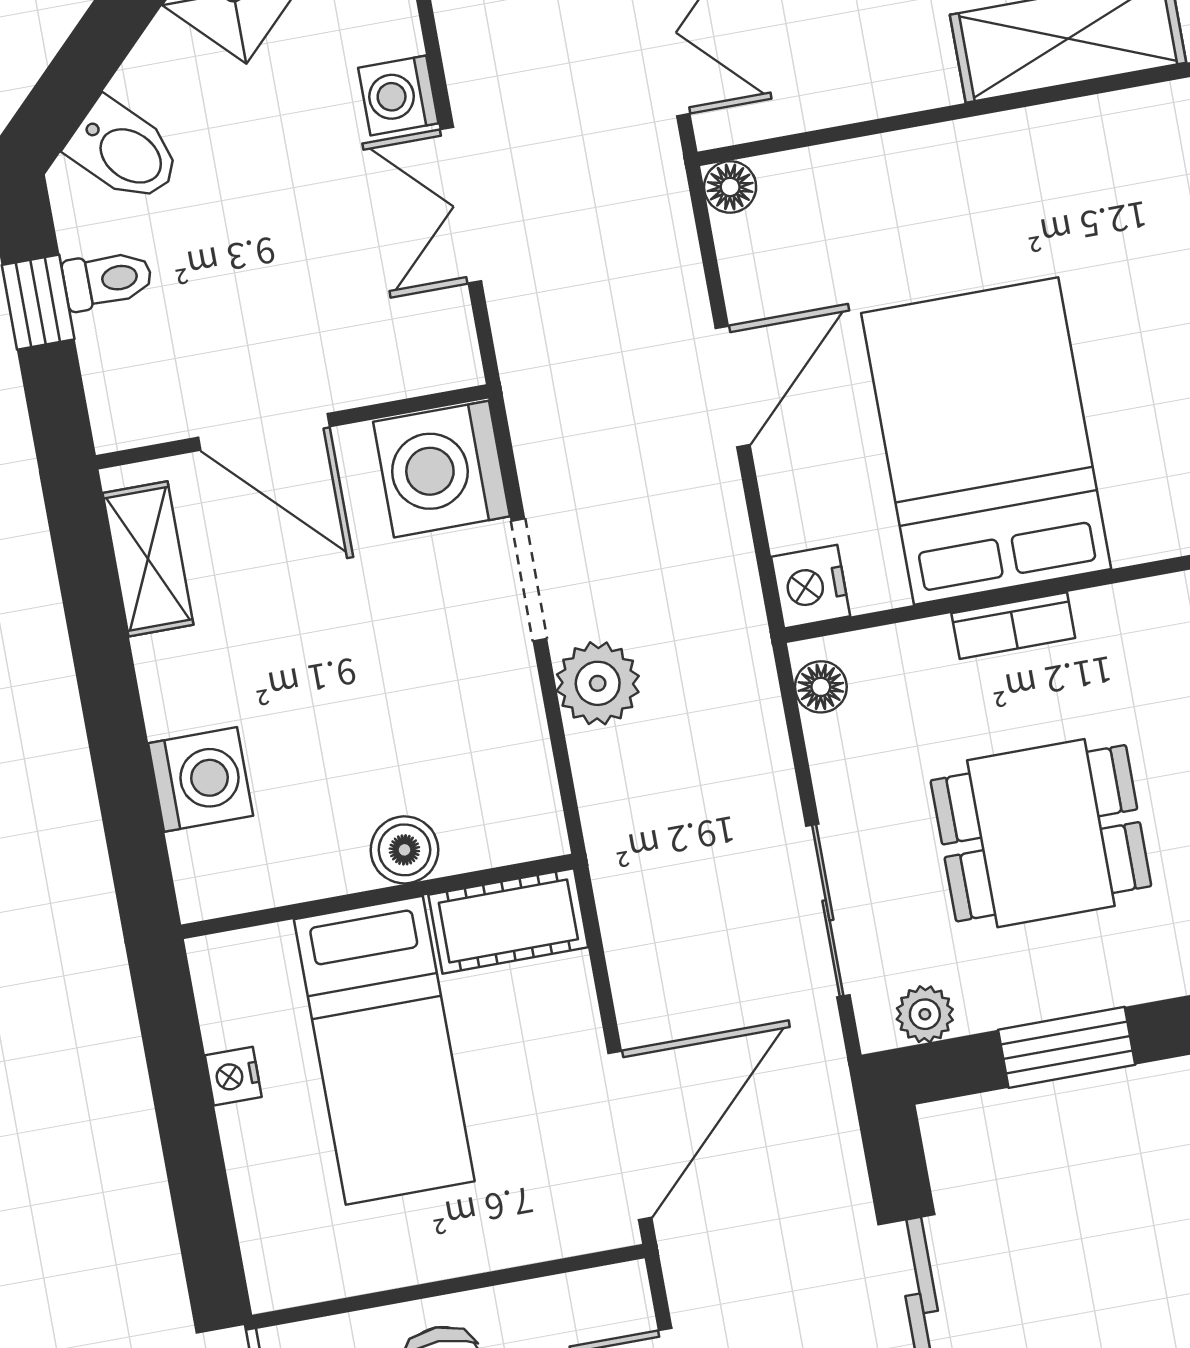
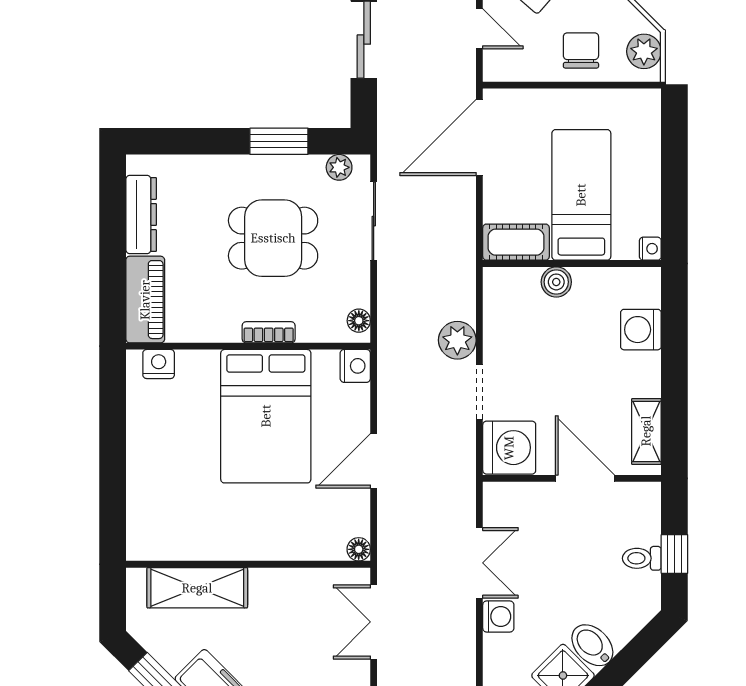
bidet: (125, 152) -> (592, 645), moved
nightstand: (233, 1076) -> (650, 249), moved

